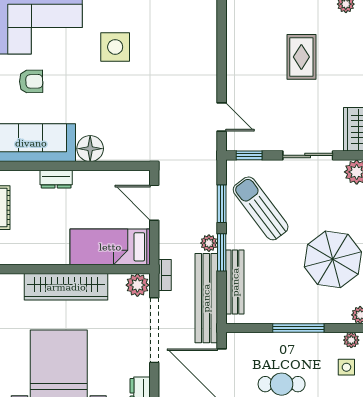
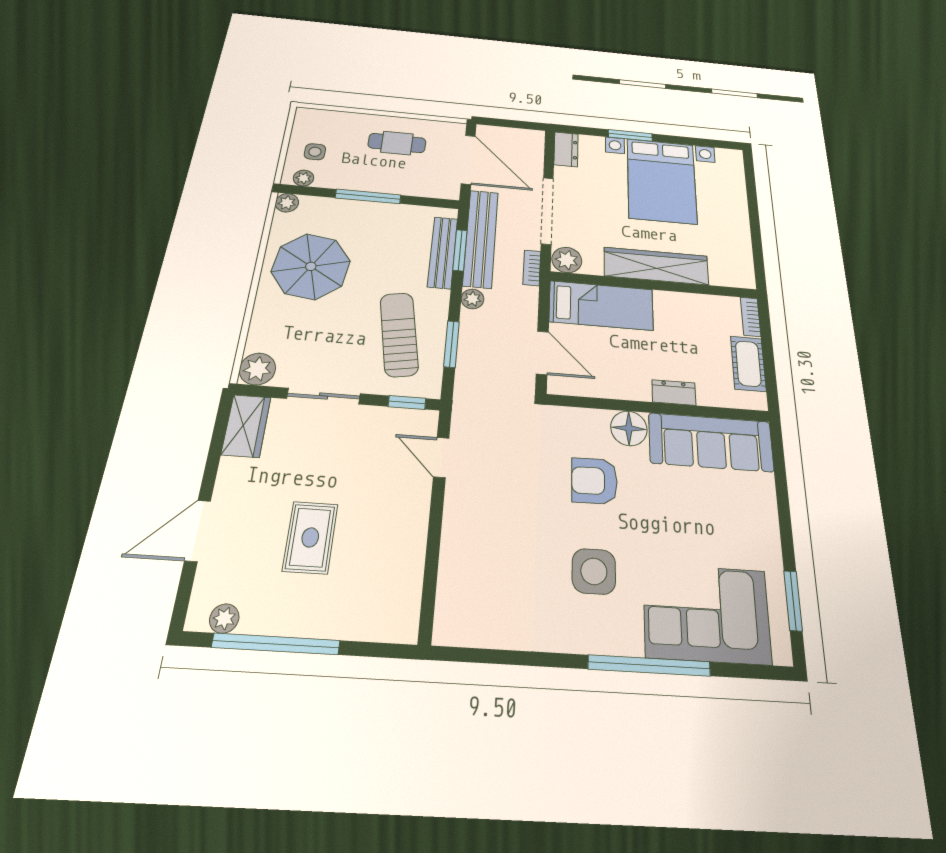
armchair: (31, 81) -> (594, 481), moved, width x1.38, depth x1.38
sun lounger: (261, 208) -> (399, 334), turned -153
window: (222, 252) -> (460, 250), moved

